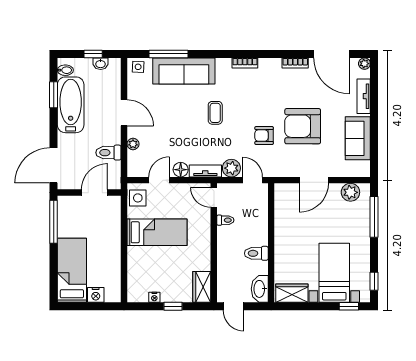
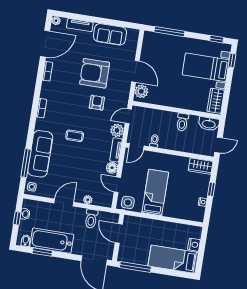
armchair: (303, 126) -> (95, 73), turned 90
armchair: (264, 136) -> (97, 103), turned 180
plant: (350, 192) -> (141, 91), moved

